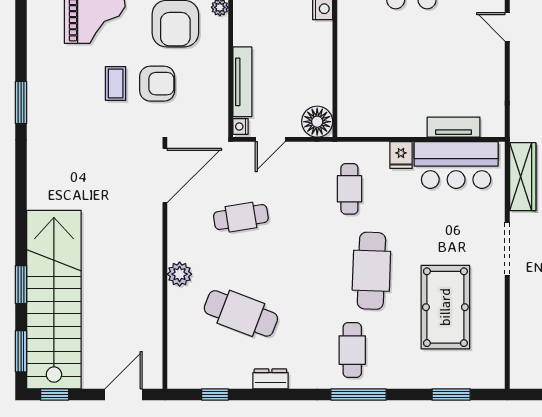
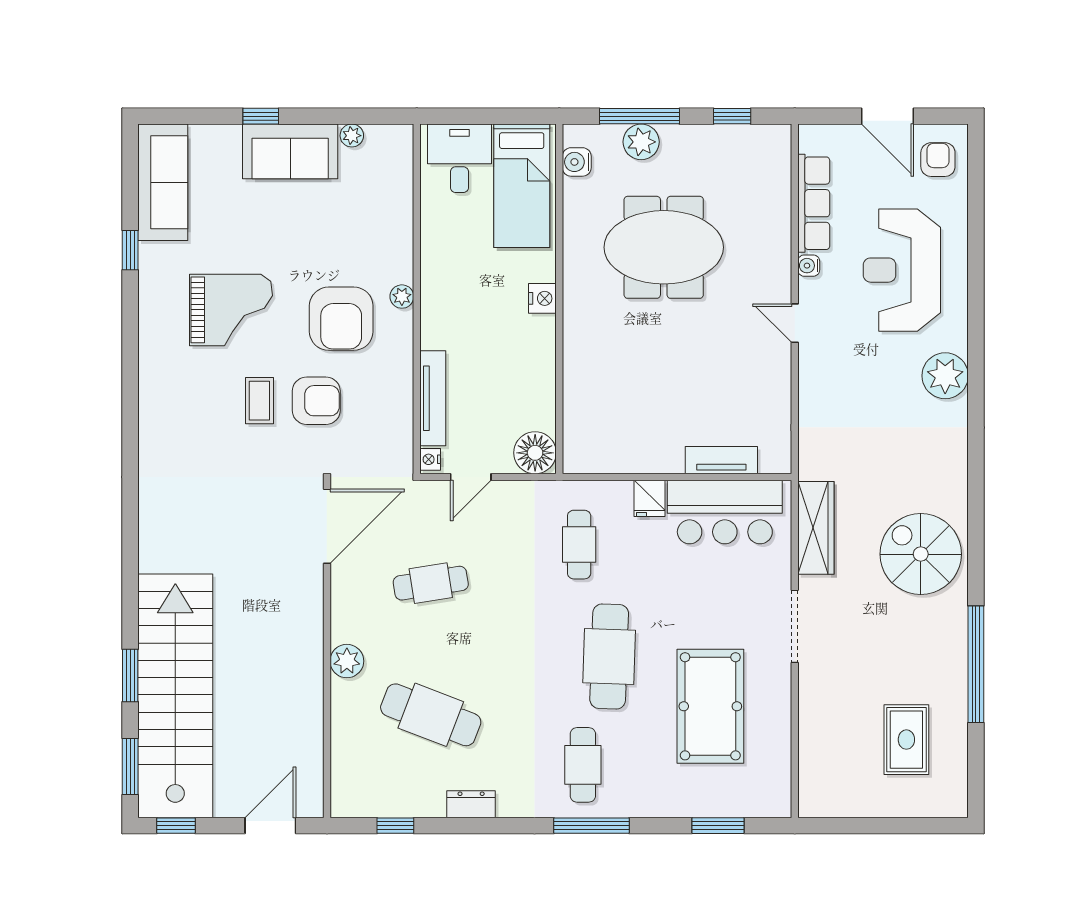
window: (21, 103) -> (130, 427), removed

